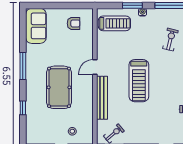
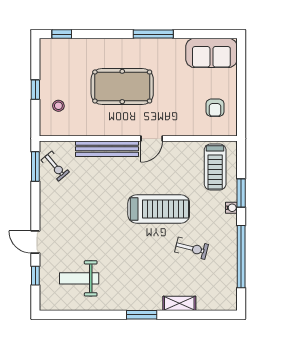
door: (95, 67) -> (152, 138), swing flipped
treadmill: (139, 81) -> (159, 209), moved, turned 180
window: (23, 108) -> (62, 34), moved

